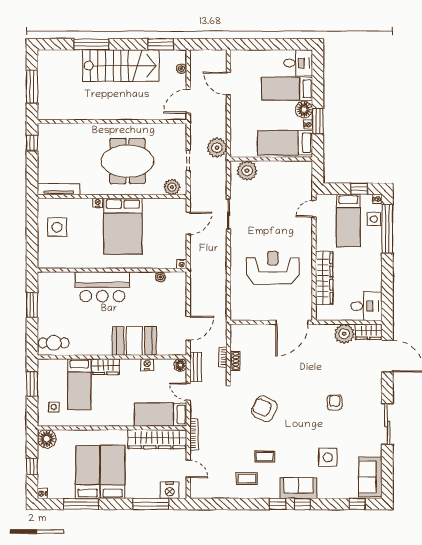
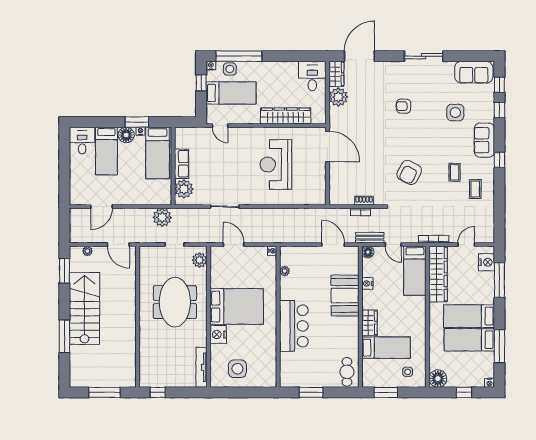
row of seats: (274, 168) -> (182, 164), added
nightstand: (98, 203) -> (218, 334), width x1.89, depth x1.79
door: (188, 392) -> (393, 245), hinge flipped
window: (302, 504) -> (499, 110), moved

